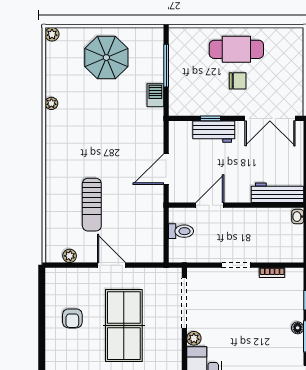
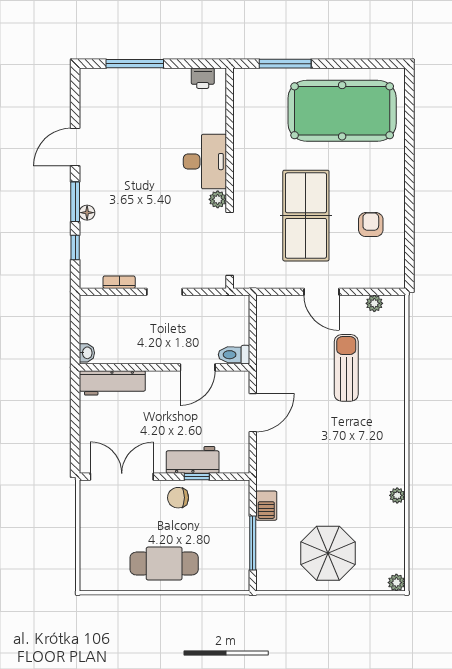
chair: (238, 81) -> (178, 498), moved
toilet: (181, 231) -> (234, 355), moved

